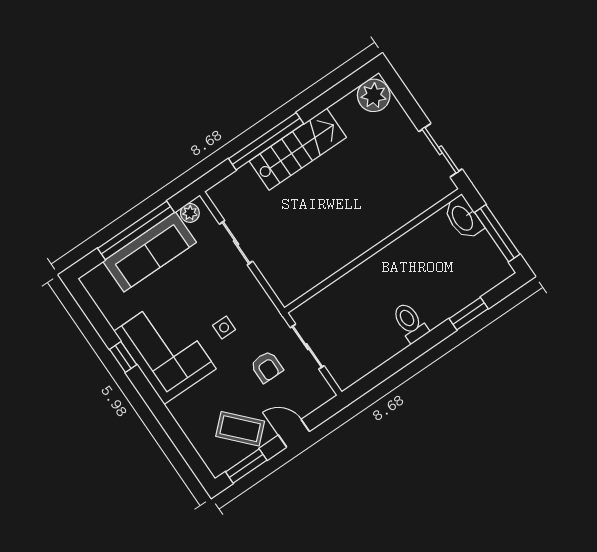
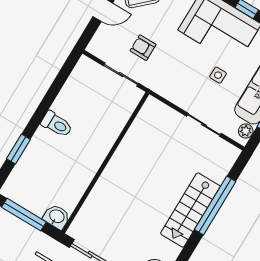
washbasin: (463, 218) -> (57, 217), width x0.72
side table: (224, 328) -> (218, 75), moved

